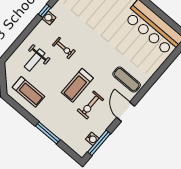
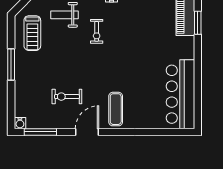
treadmill: (77, 85) -> (74, 71), removed
window: (48, 133) -> (11, 64), moved
water cooler: (92, 139) -> (20, 123), moved

